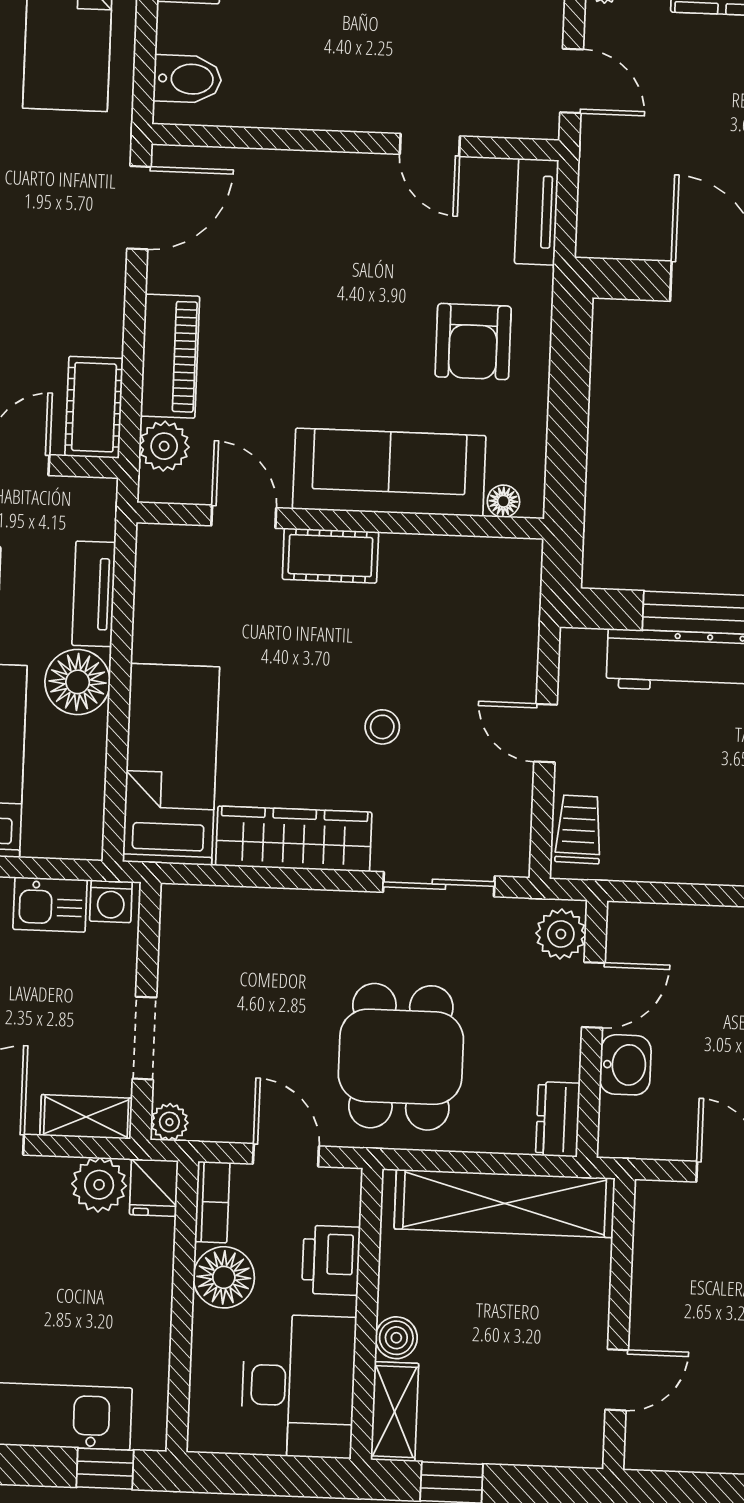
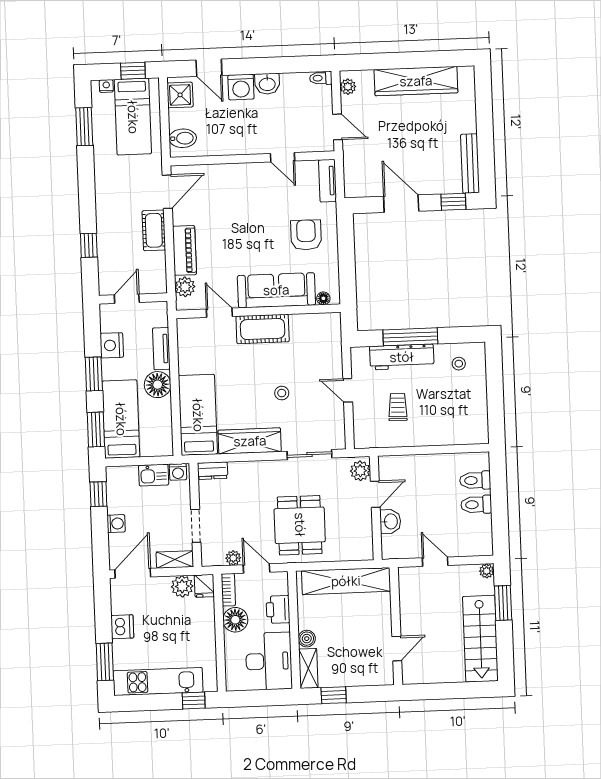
armchair: (473, 342) -> (306, 235), turned 180
cot: (94, 407) -> (154, 230), moved
cot: (330, 556) -> (263, 329), width x1.37, depth x1.34
trolley: (579, 829) -> (398, 407), moved
dresser: (558, 1119) -> (213, 471), moved, turned -90
plant: (169, 1122) -> (233, 558), moved

